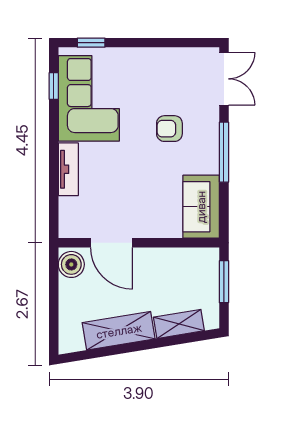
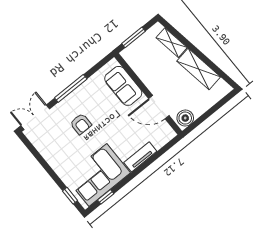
sofa: (201, 207) -> (123, 86), moved, turned 90
door: (112, 243) -> (159, 107), swing flipped

